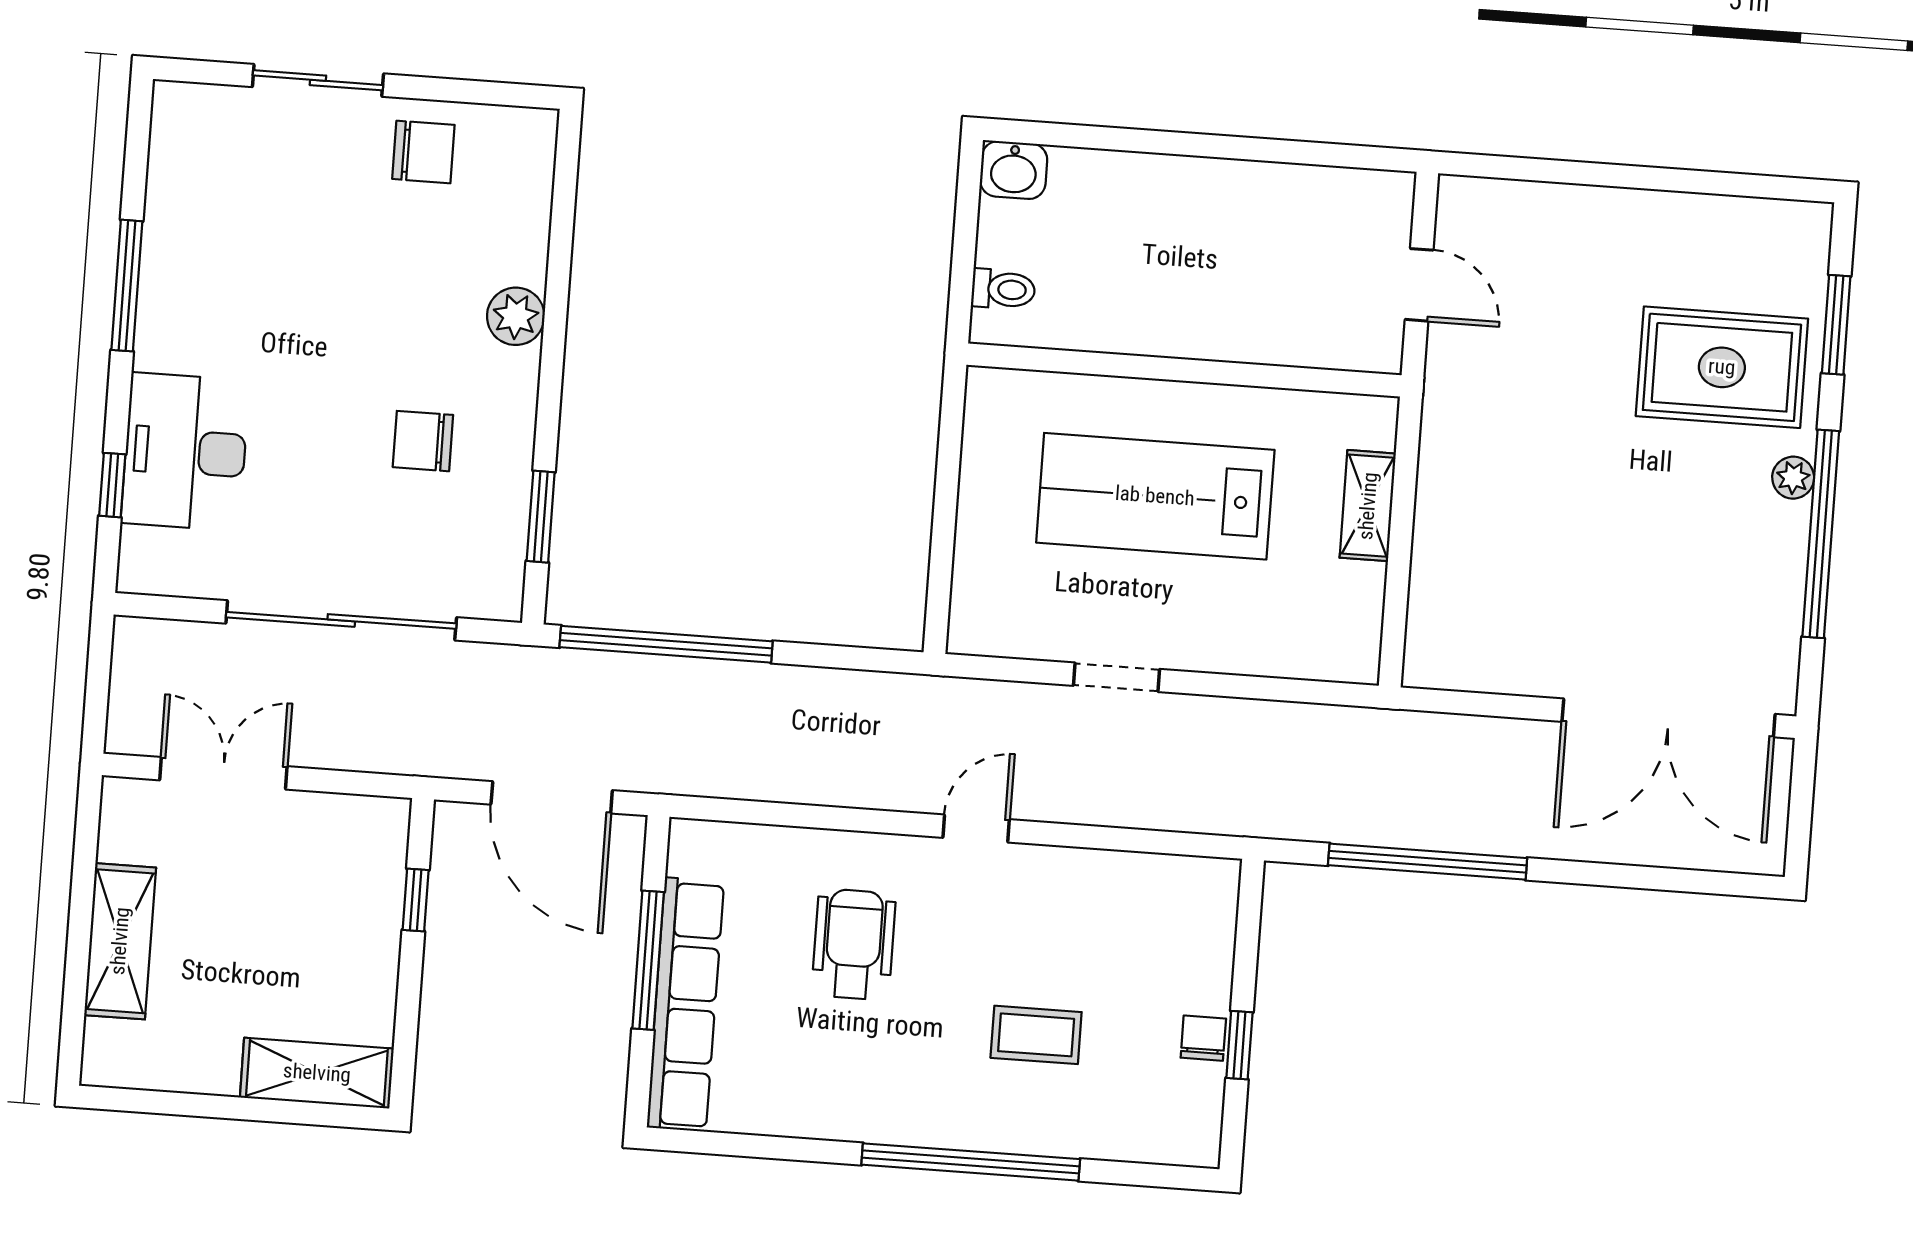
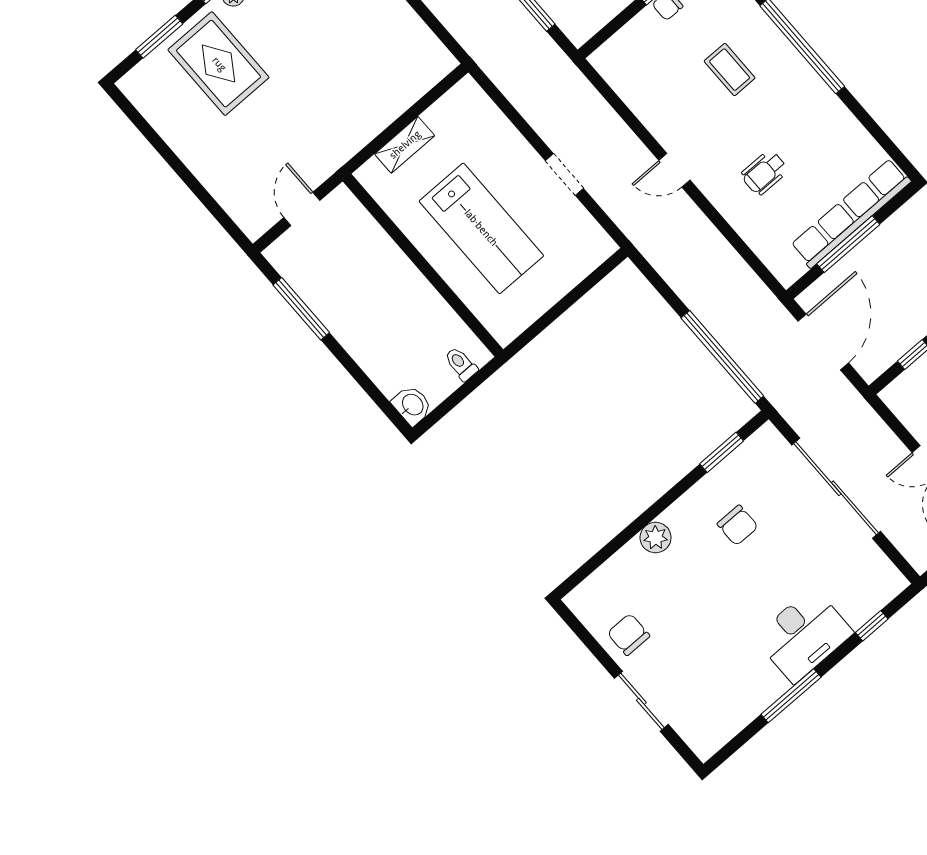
window: (1288, 152) -> (301, 309), added
desk: (185, 452) -> (804, 635), moved
wheelchair: (854, 944) -> (764, 173), width x0.73, depth x0.73

